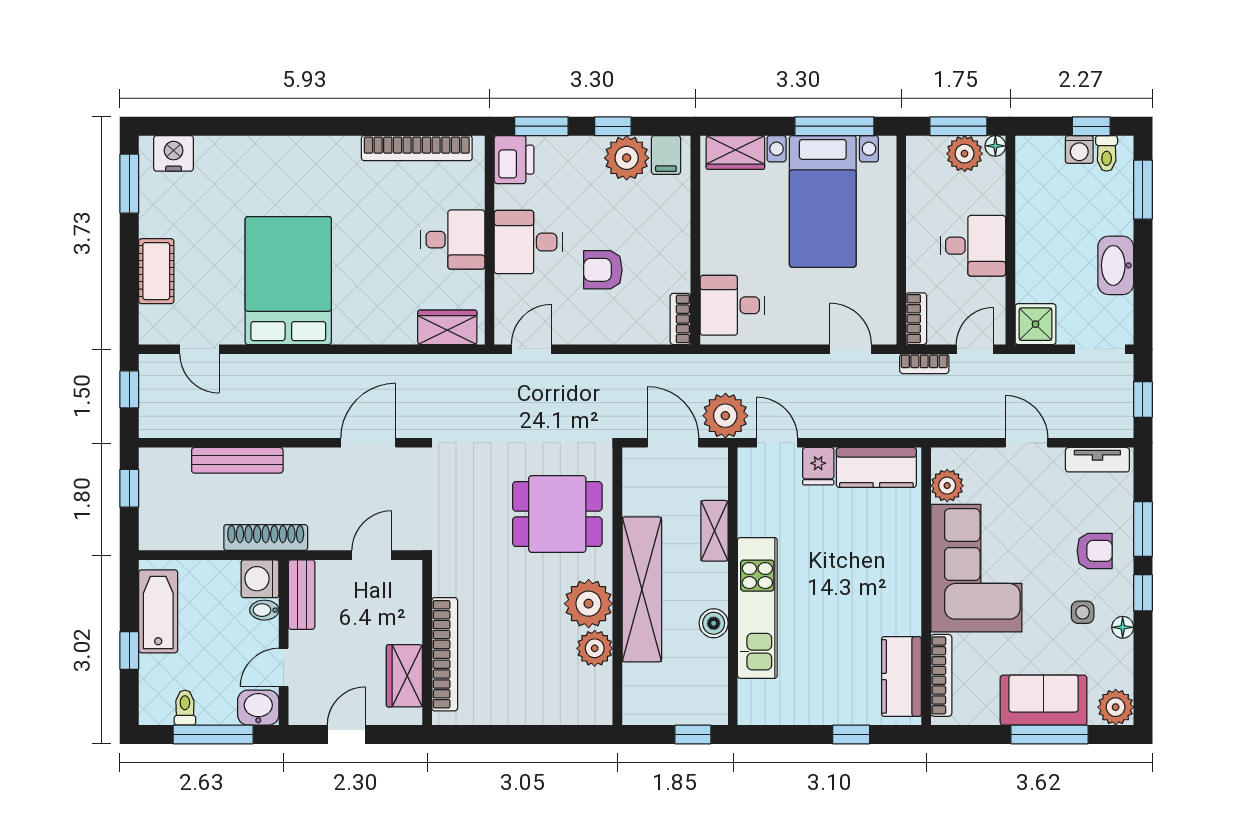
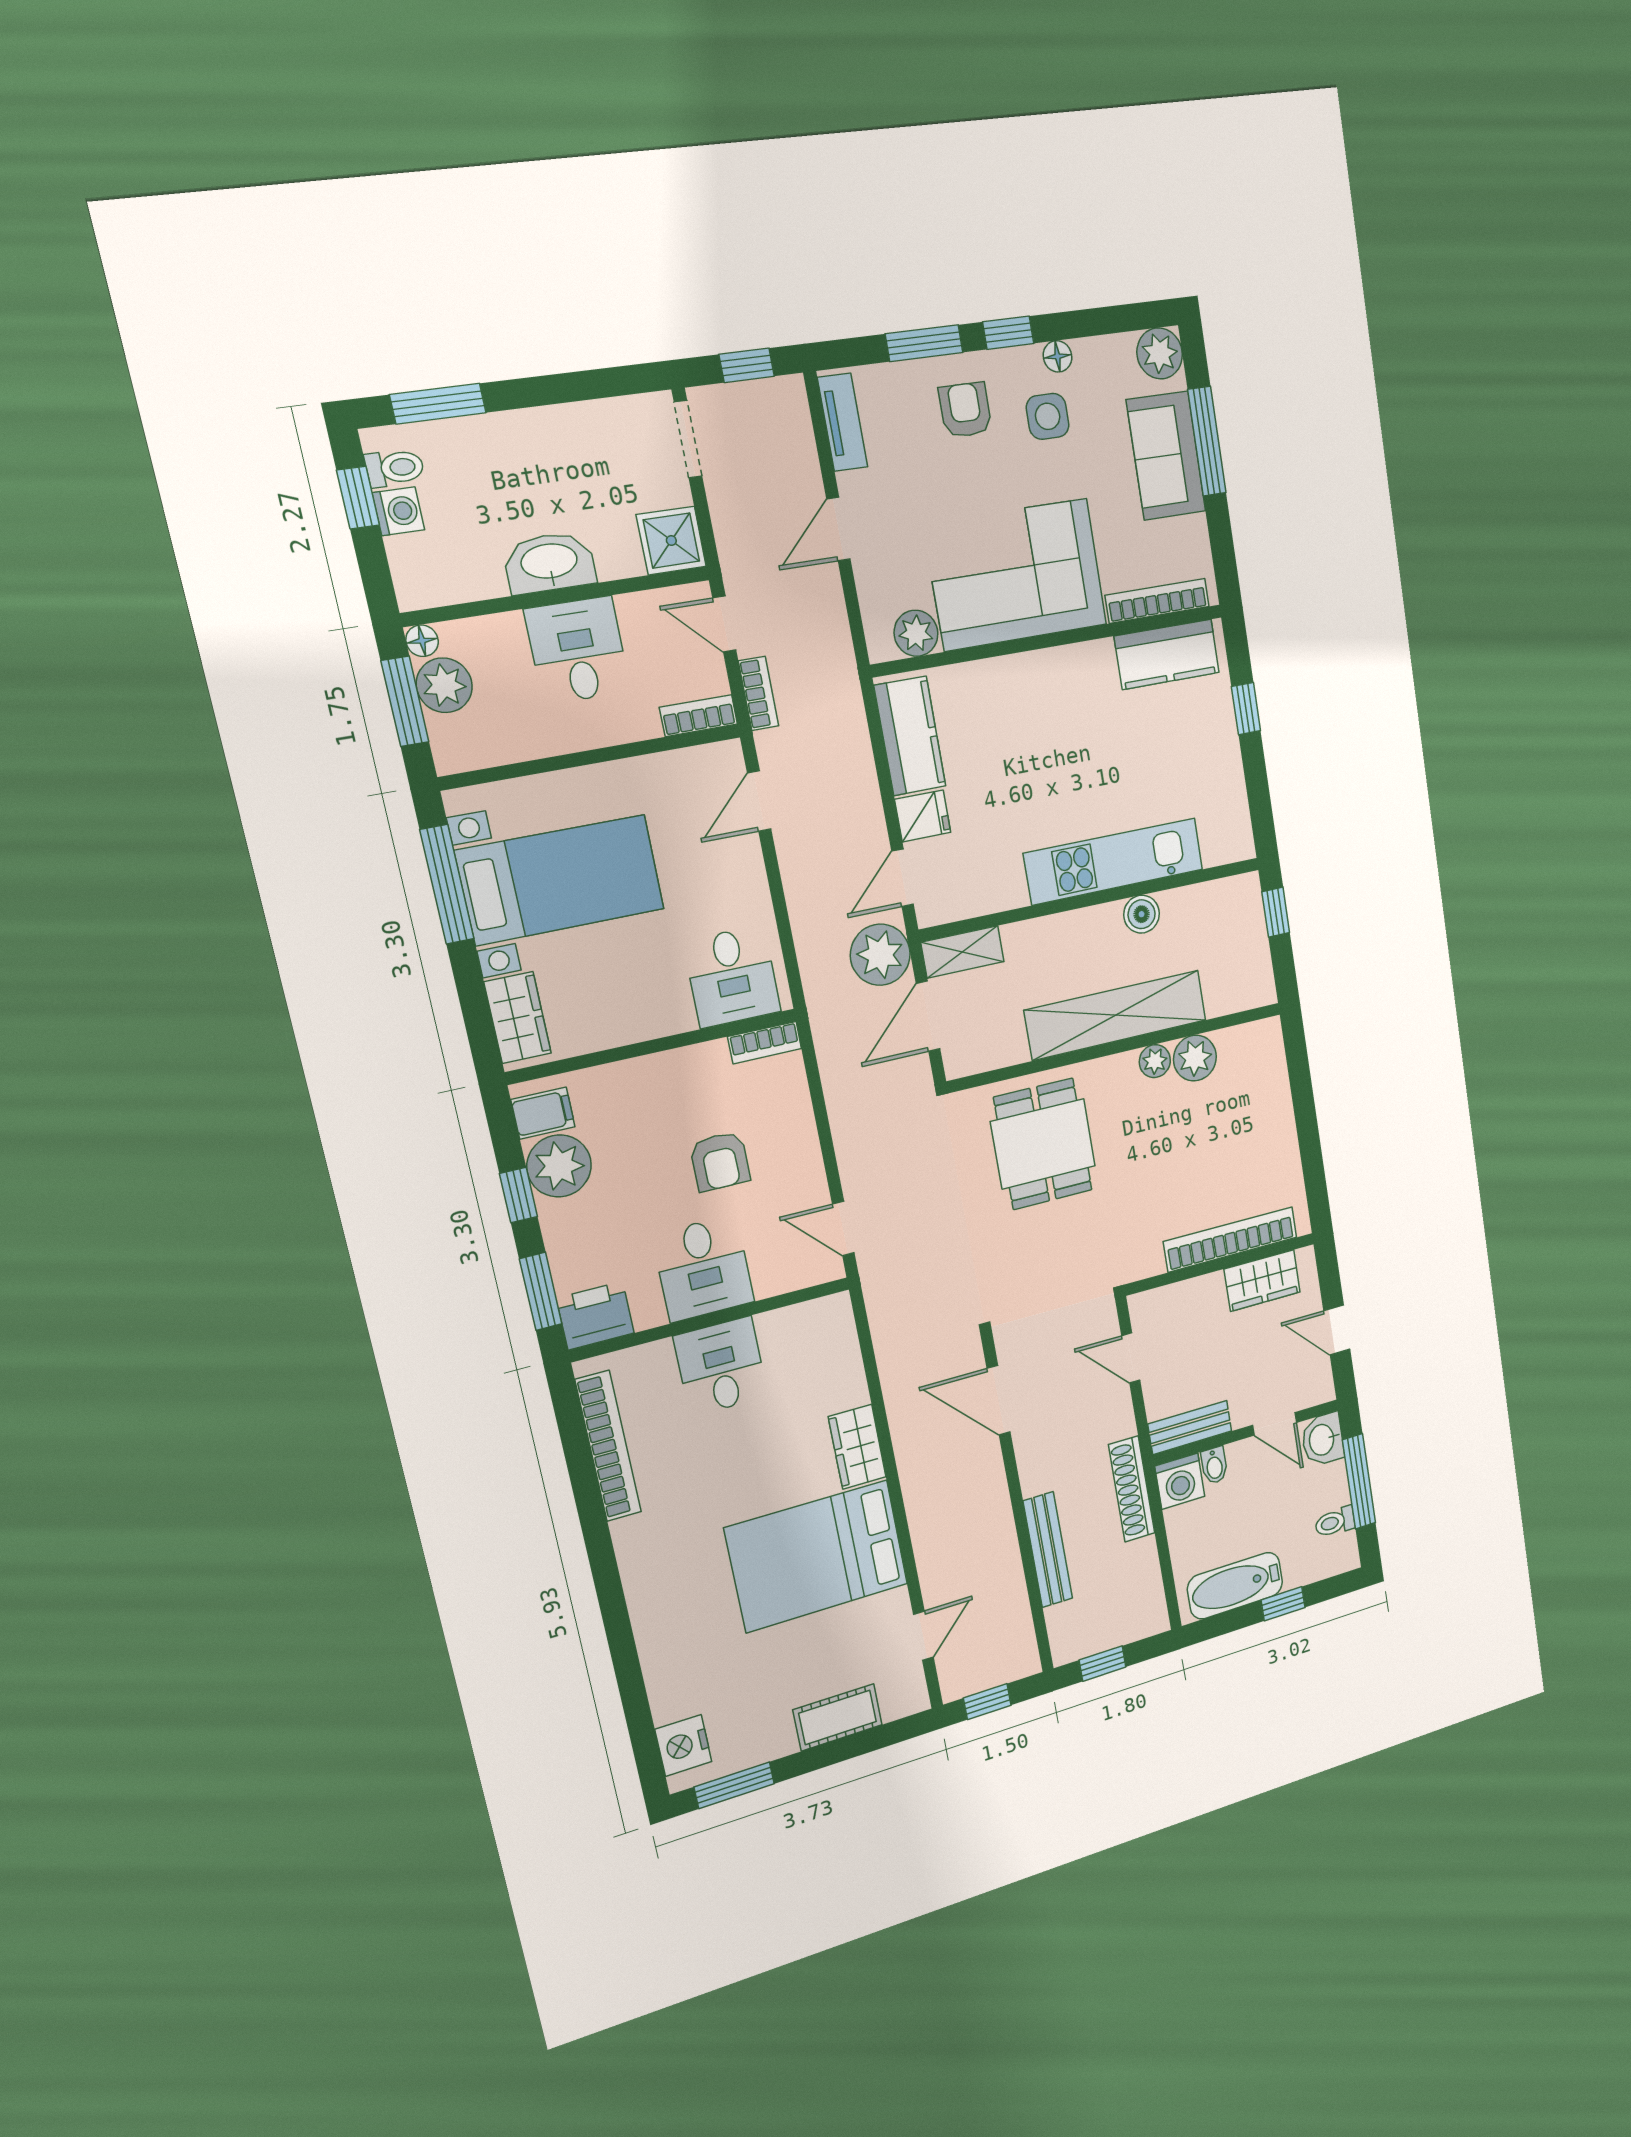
washbasin: (1116, 265) -> (549, 563), moved, turned 180
wardrobe: (447, 327) -> (857, 1447), moved
shelving: (714, 531) -> (963, 952), moved
plant: (589, 604) -> (1155, 1061), width x0.53, depth x0.53
side table: (1083, 612) -> (1048, 416), width x1.37, depth x1.37

